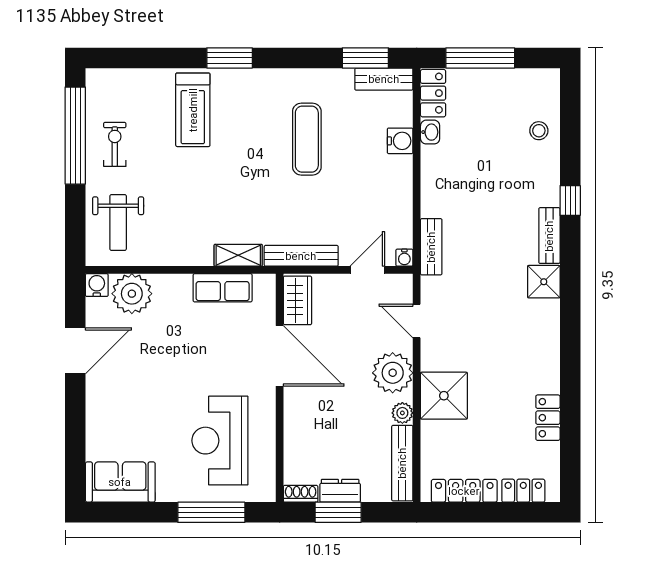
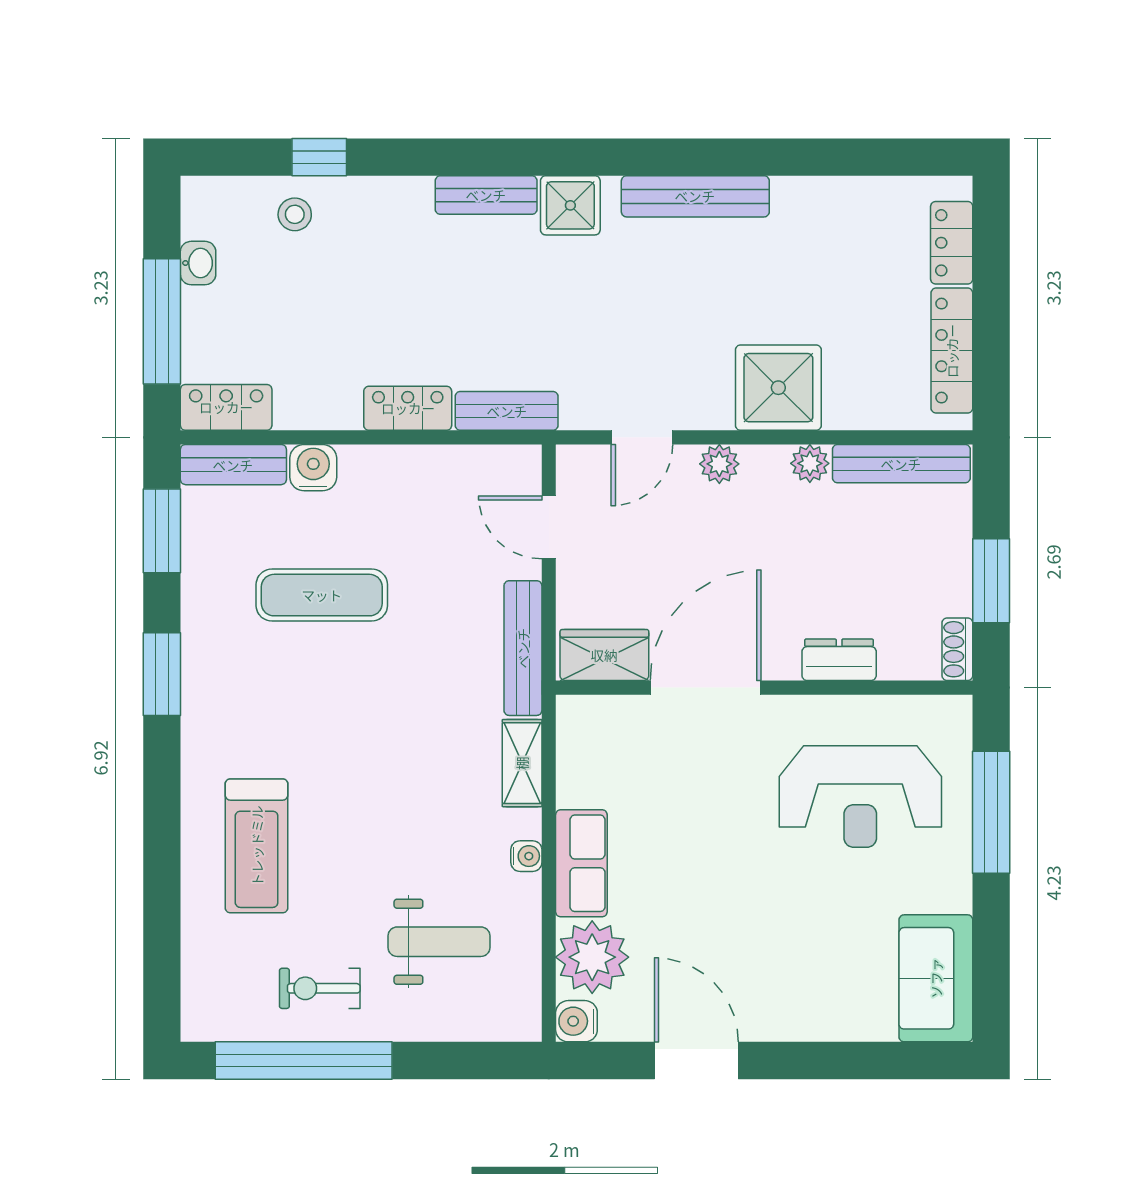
window: (230, 58) -> (162, 674), moved
bench: (384, 79) -> (233, 465), moved, turned 90
treadmill: (193, 110) -> (257, 846), turned 90
washbasin: (430, 132) -> (198, 263), moved, turned 90
exercise mat: (307, 139) -> (322, 595), moved
window: (570, 201) -> (319, 157), moved
weight bench: (118, 222) -> (439, 942), moved
water cooler: (404, 258) -> (526, 856), moved
row of seats: (223, 288) -> (581, 863), moved
bench: (549, 350) -> (695, 196), added
plant: (393, 373) -> (719, 464), width x0.53, depth x0.53
locker: (548, 418) -> (408, 408), moved, turned 180
dresser: (340, 491) -> (839, 660), moved, turned 90

